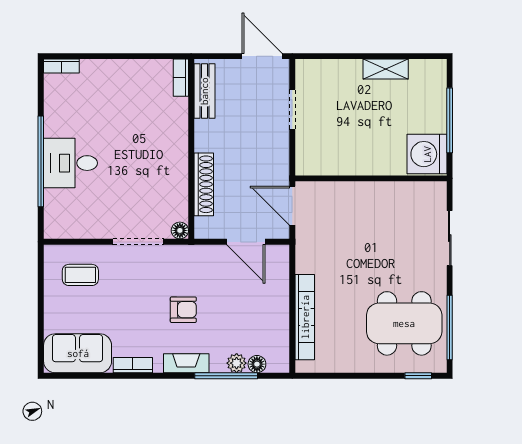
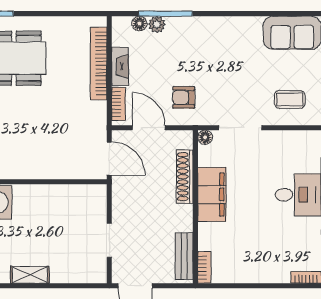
filing cabinet: (172, 163) -> (212, 194), added
armchair: (183, 310) -> (184, 97), moved
fireplace: (186, 363) -> (120, 66), moved, turned -90
bookcase: (133, 365) -> (118, 104), moved, turned -90

